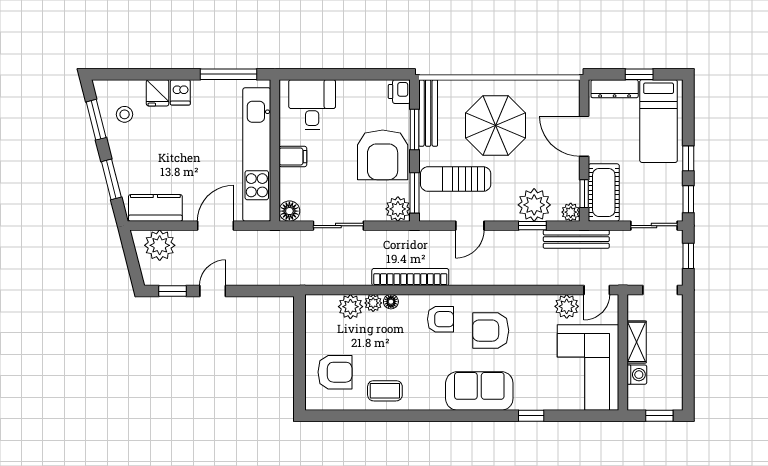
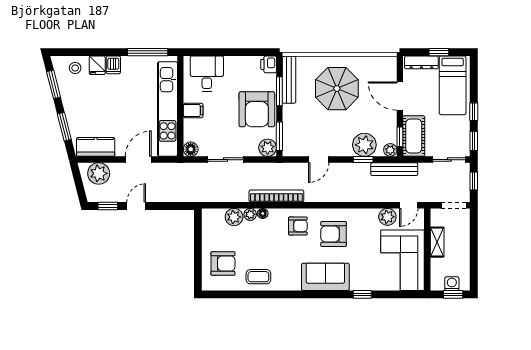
stool: (125, 114) -> (75, 68), moved
sun lounger: (456, 179) -> (309, 126), removed
washing machine: (637, 375) -> (452, 284), moved, turned -90

